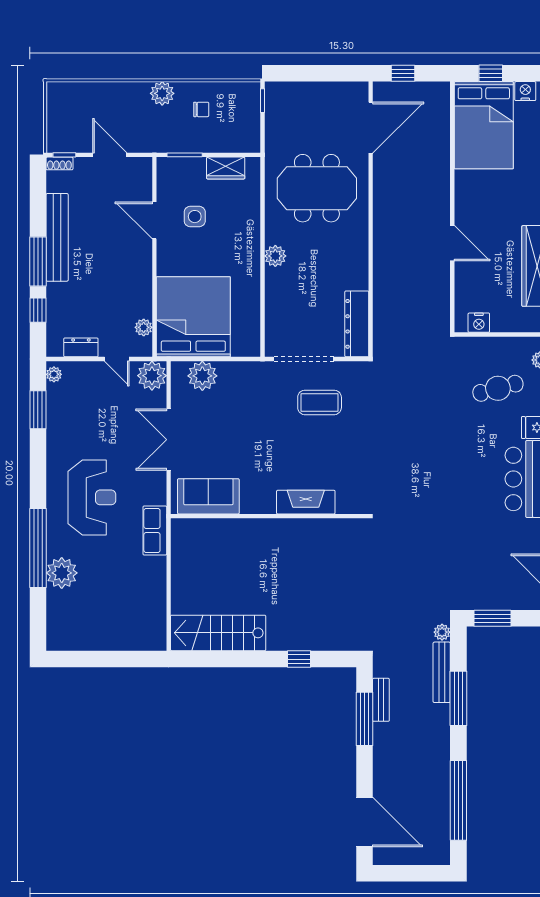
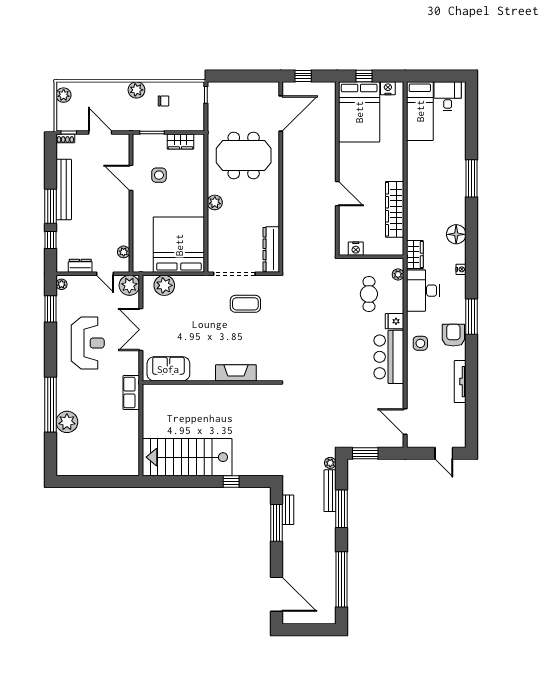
plant: (57, 101) -> (64, 95), added
bed: (193, 317) -> (179, 245), moved
cafe table: (498, 388) -> (369, 294), turned -75
reception desk: (92, 497) -> (88, 343), moved
stairs: (218, 633) -> (187, 457), width x1.36, depth x1.51

